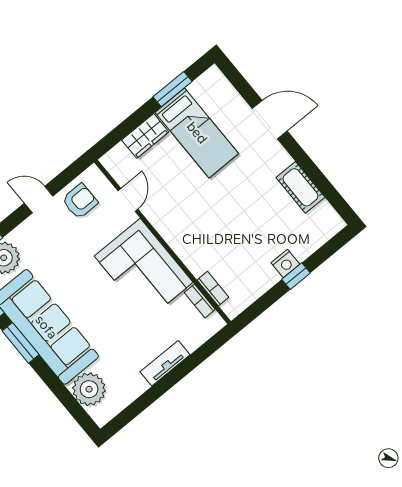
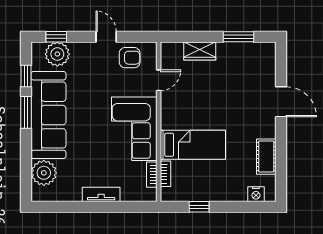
bed: (197, 133) -> (193, 145), moved, turned -90
nightstand: (285, 263) -> (256, 194), moved
window: (296, 276) -> (199, 207), moved

